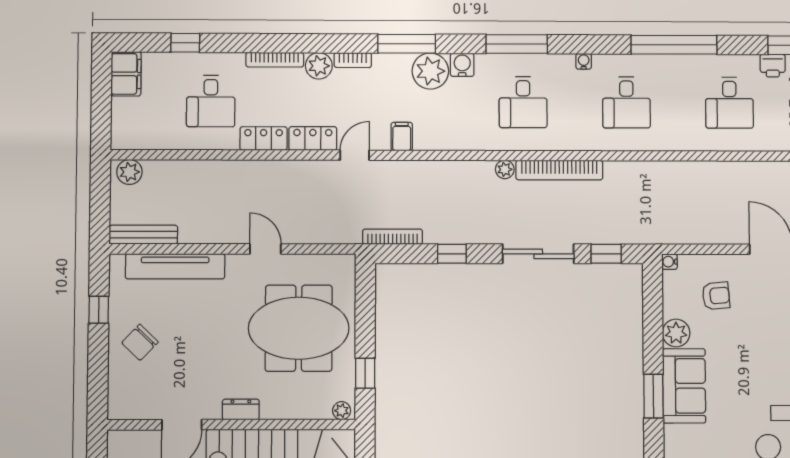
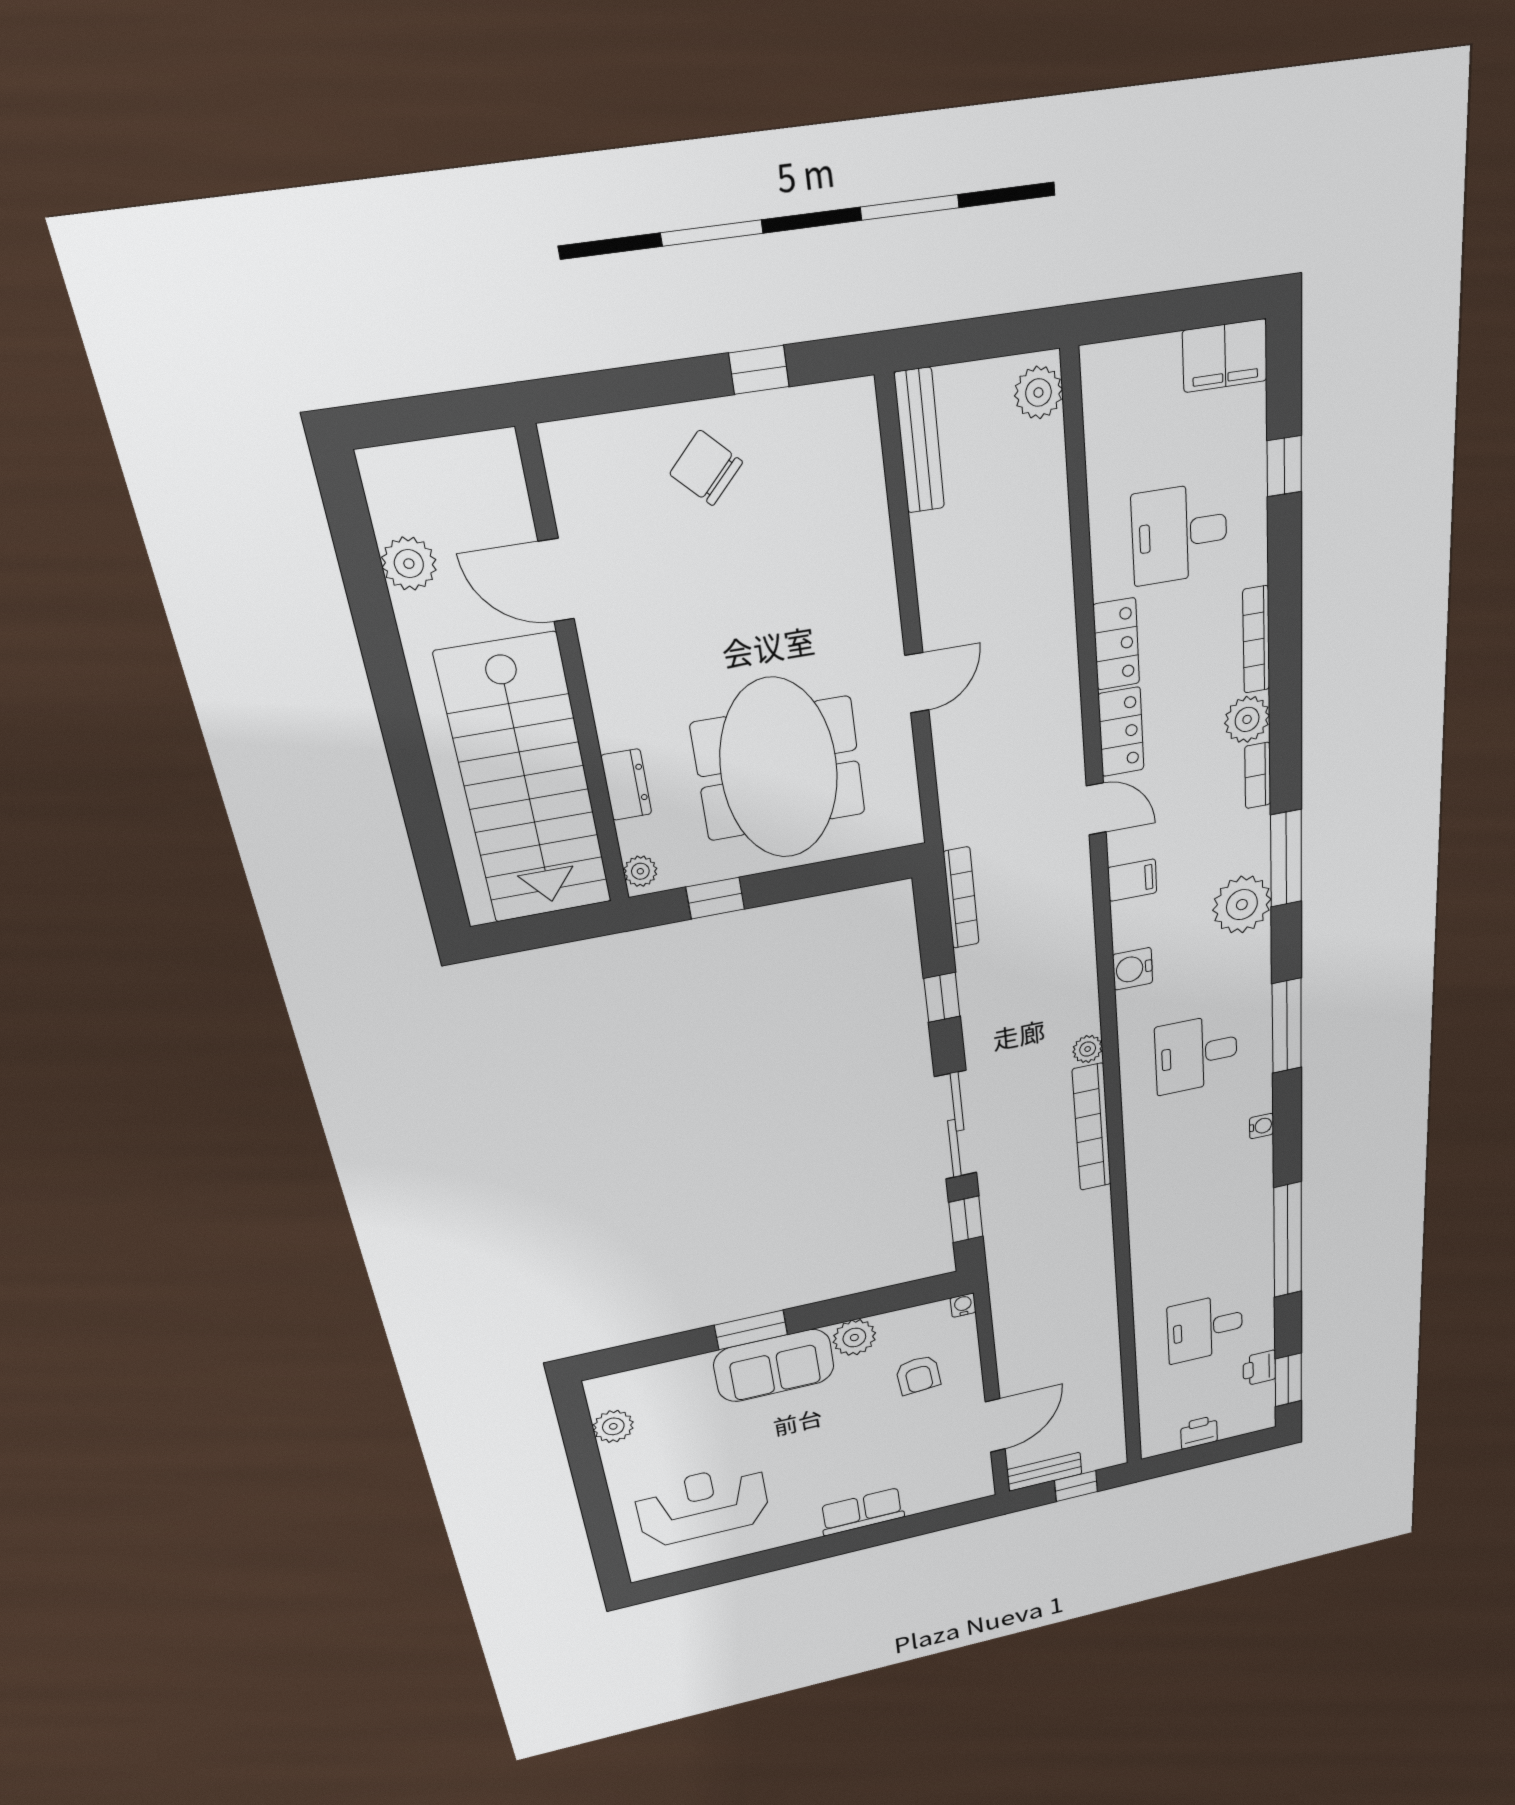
water cooler: (462, 65) -> (1133, 969), moved, turned 180
desk: (626, 102) -> (1201, 1197), removed
tv unit: (175, 266) -> (865, 516), removed
dresser: (241, 409) -> (626, 785), moved

